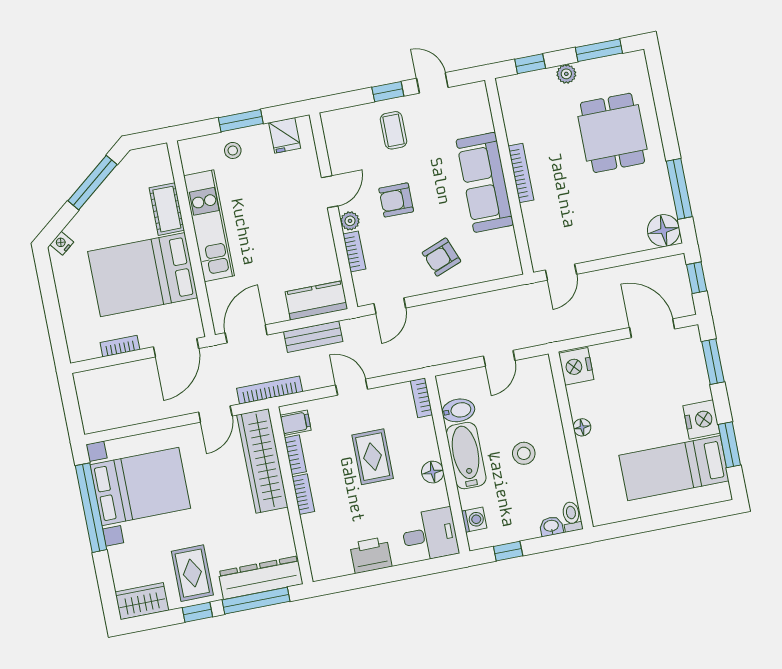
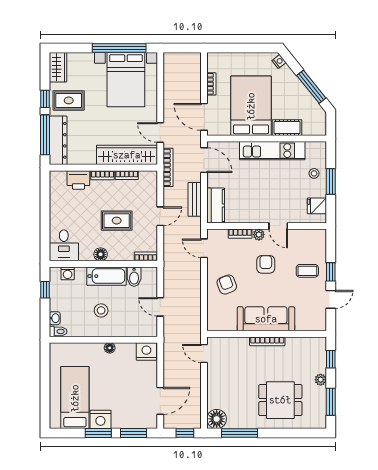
filing cabinet: (296, 423) -> (146, 179), removed
window: (729, 445) -> (98, 433), moved
printer: (371, 555) -> (78, 180), moved, turned 90

